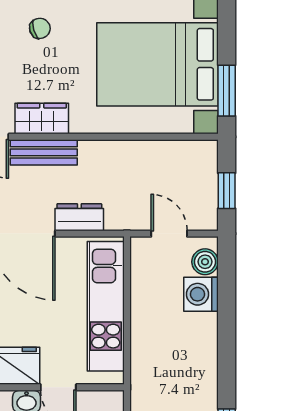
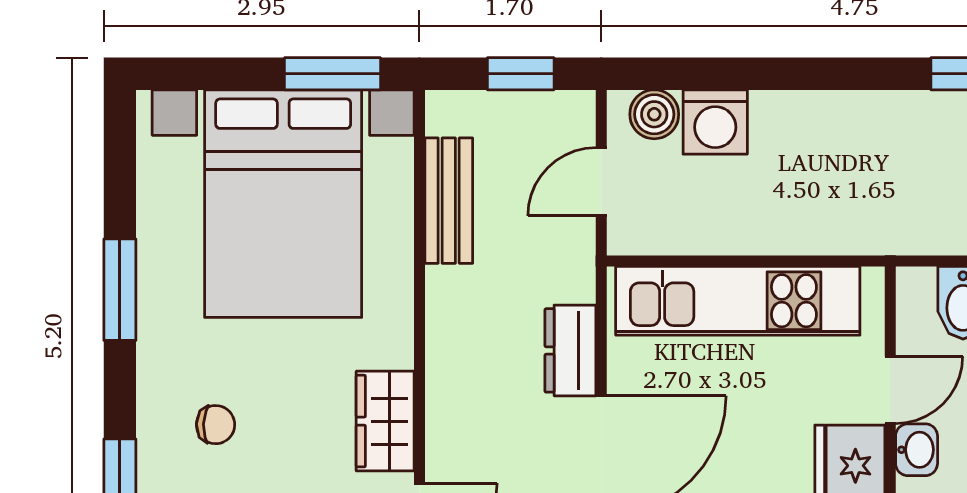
chair: (40, 28) -> (216, 425), turned 109
bench: (44, 152) -> (449, 201), moved

